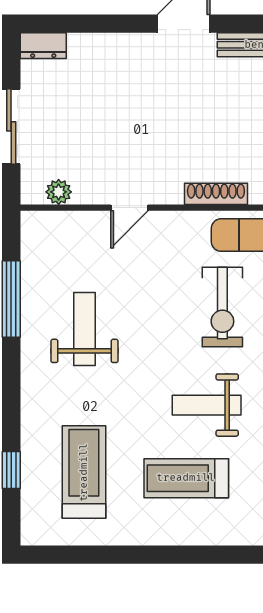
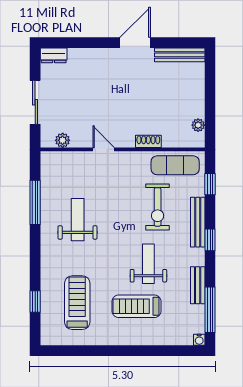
shoe rack: (216, 194) -> (148, 141), width x0.70
door: (129, 208) -> (104, 149), swing flipped
weight bench: (207, 405) -> (148, 264), turned 90

